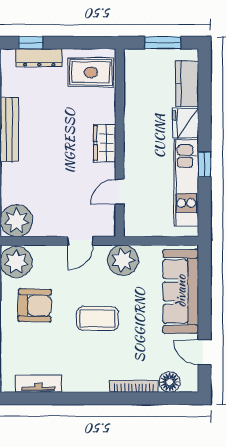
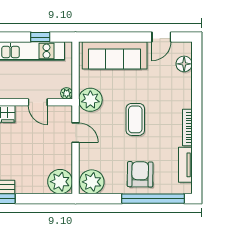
window: (205, 164) -> (40, 37), moved
plant: (131, 229) -> (67, 93), added
armchair: (35, 305) -> (140, 174), moved
bookcase: (134, 386) -> (187, 128), moved

